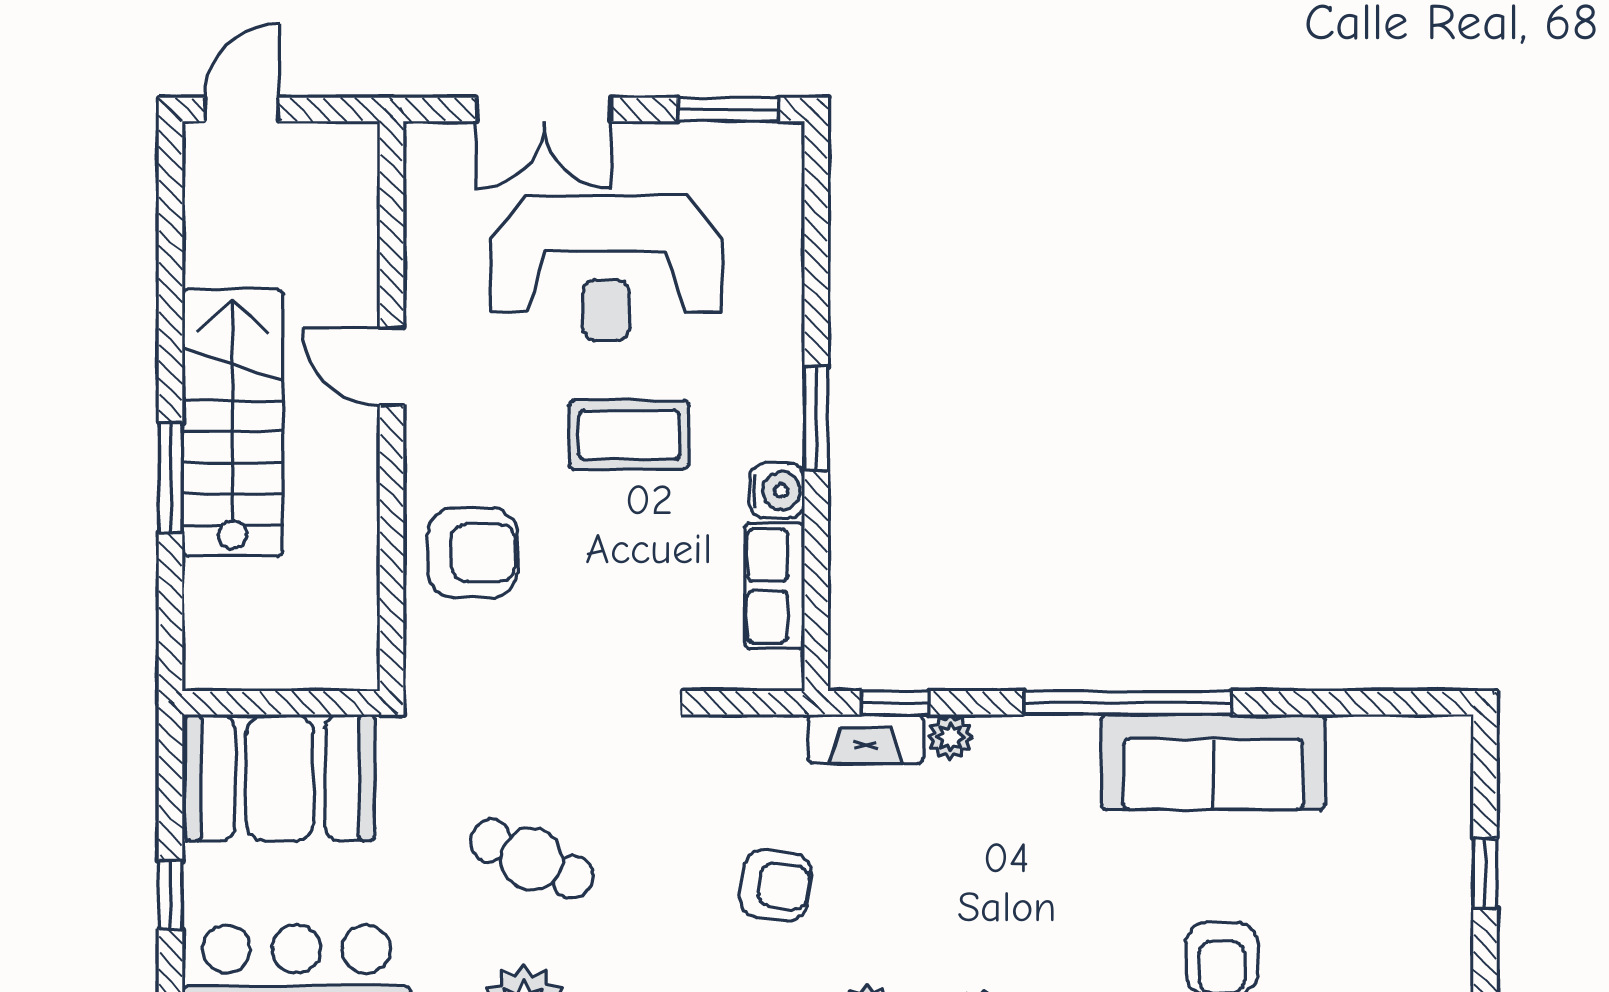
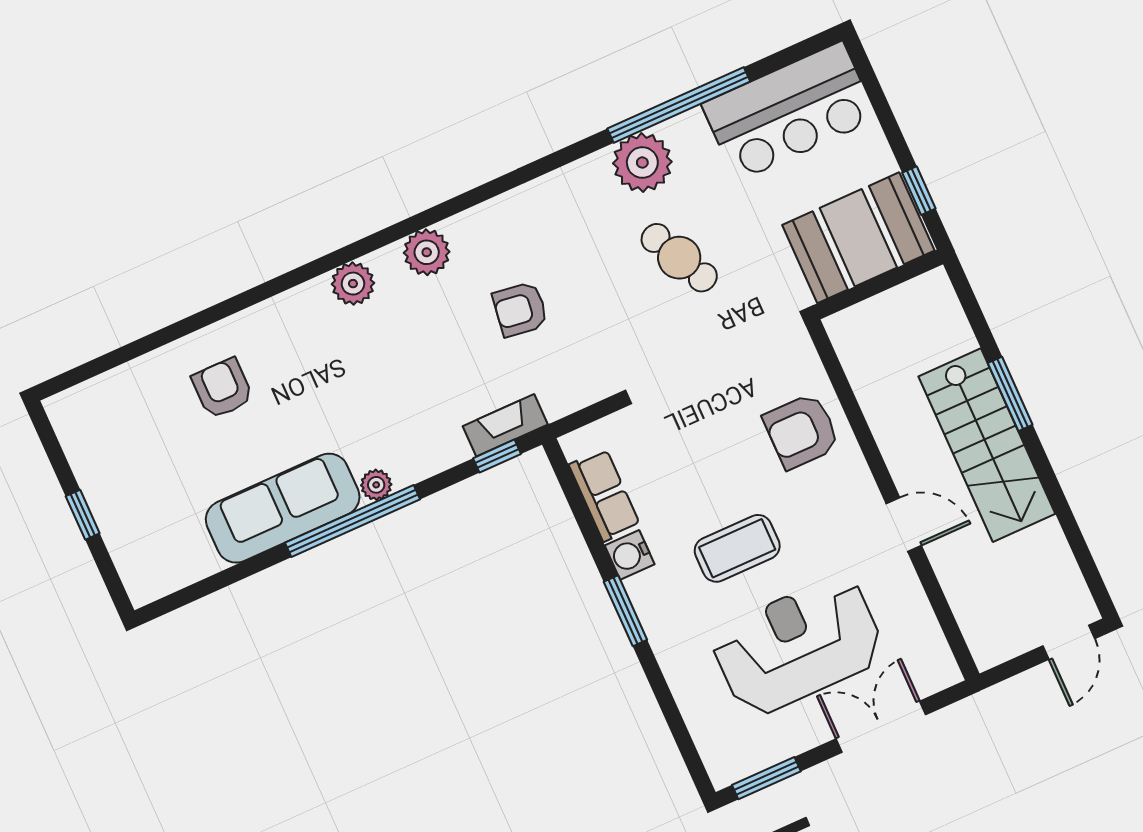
plant: (950, 737) -> (376, 485), moved
cafe table: (532, 859) -> (679, 258), turned 40
window: (171, 895) -> (919, 191), moved

